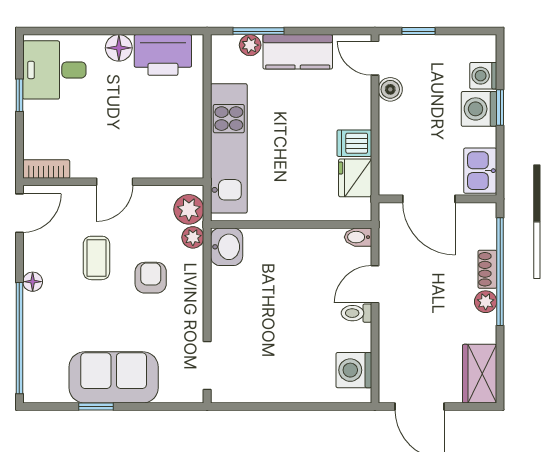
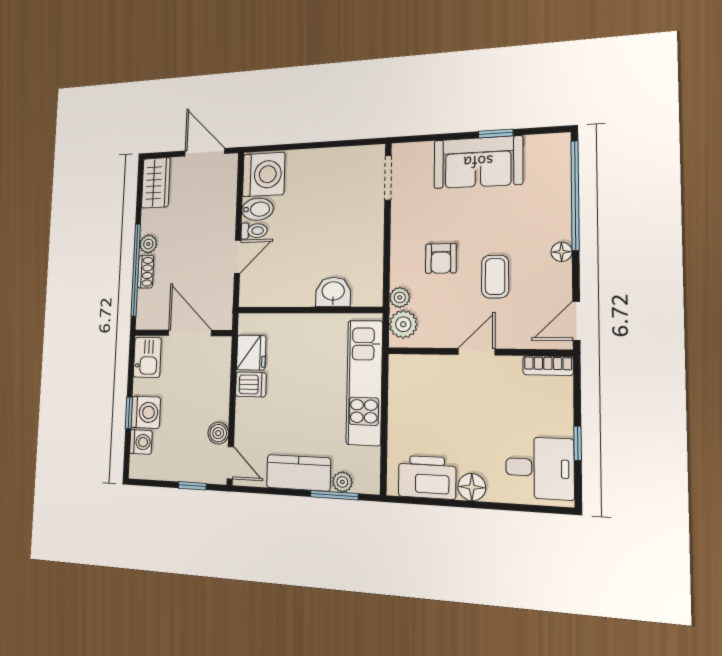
bidet: (358, 237) -> (257, 209), moved, width x1.38, depth x1.36
washbasin: (227, 247) -> (333, 292), moved, turned 90
washing machine: (354, 370) -> (264, 174), width x1.37, depth x1.37

